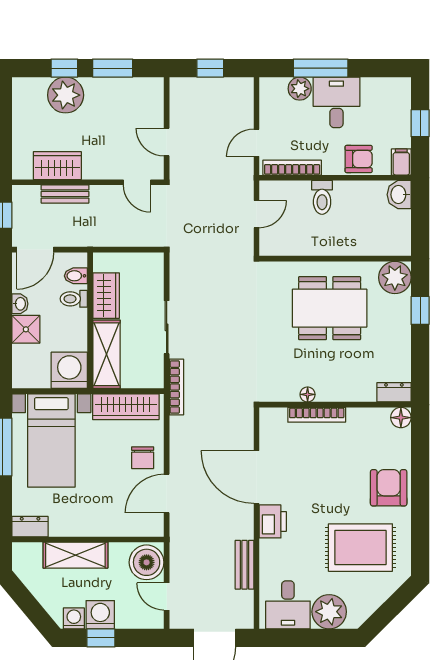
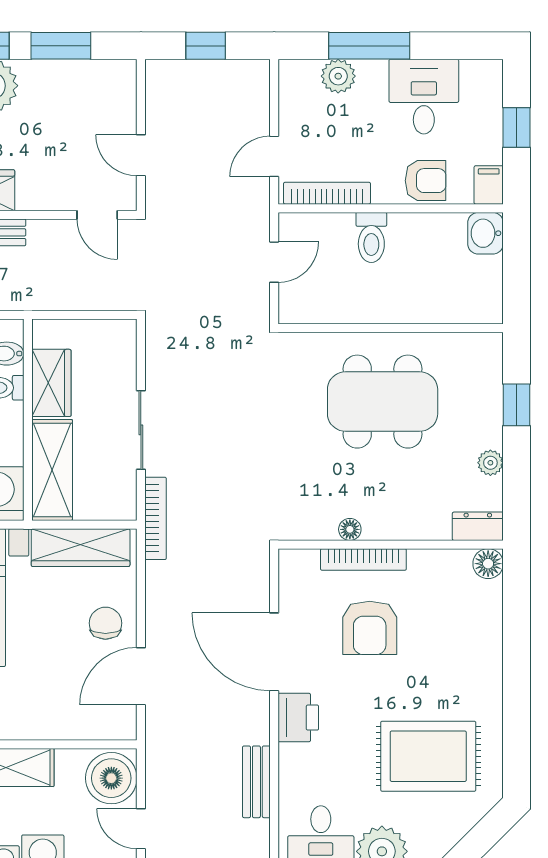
desk: (336, 102) -> (424, 97), moved
plant: (395, 277) -> (490, 463), moved, width x0.53, depth x0.53
chair: (143, 458) -> (105, 623), turned 180
armchair: (389, 488) -> (370, 628), moved, turned 180

